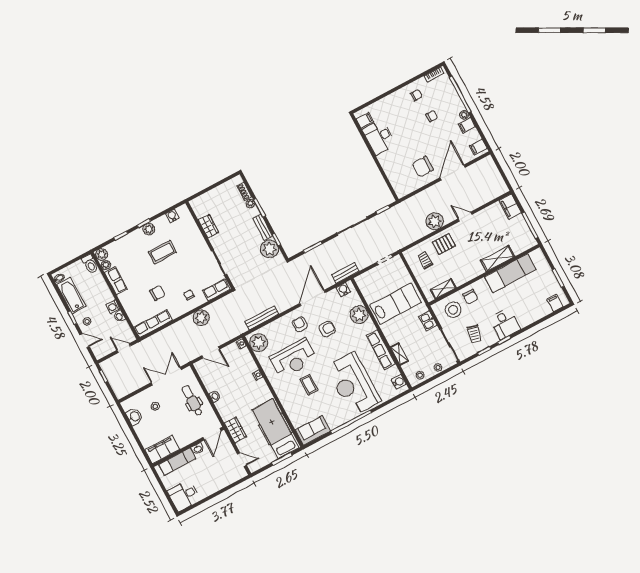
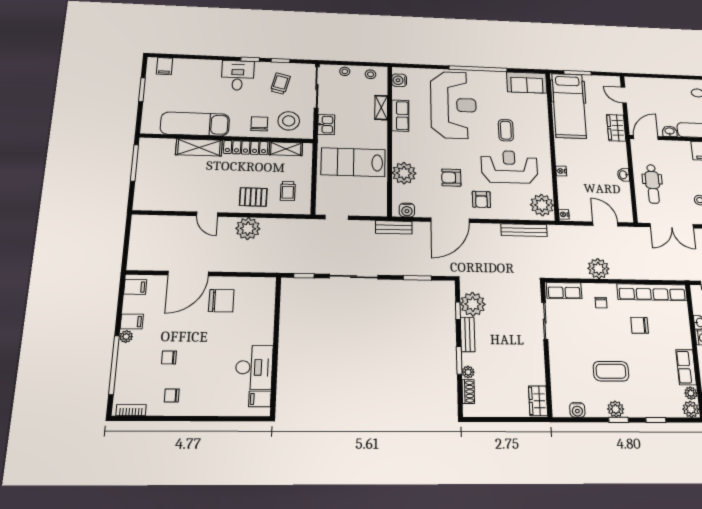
filing cabinet: (510, 207) -> (144, 196), removed
wardrobe: (208, 226) -> (538, 401), moved
locker: (469, 275) -> (246, 148), added
row of seats: (153, 324) -> (652, 292), width x1.36
row of seats: (381, 350) -> (400, 116), width x0.68

